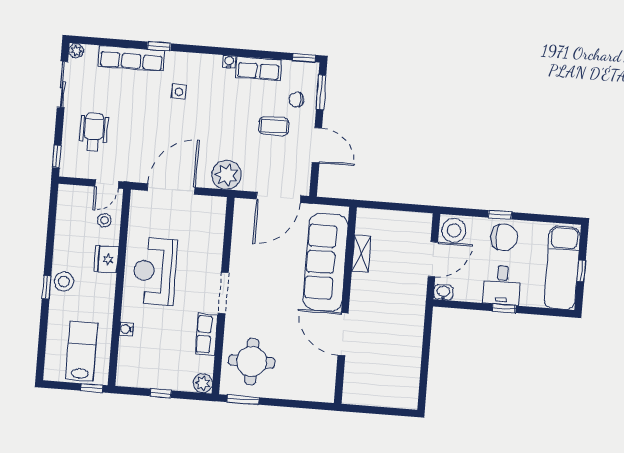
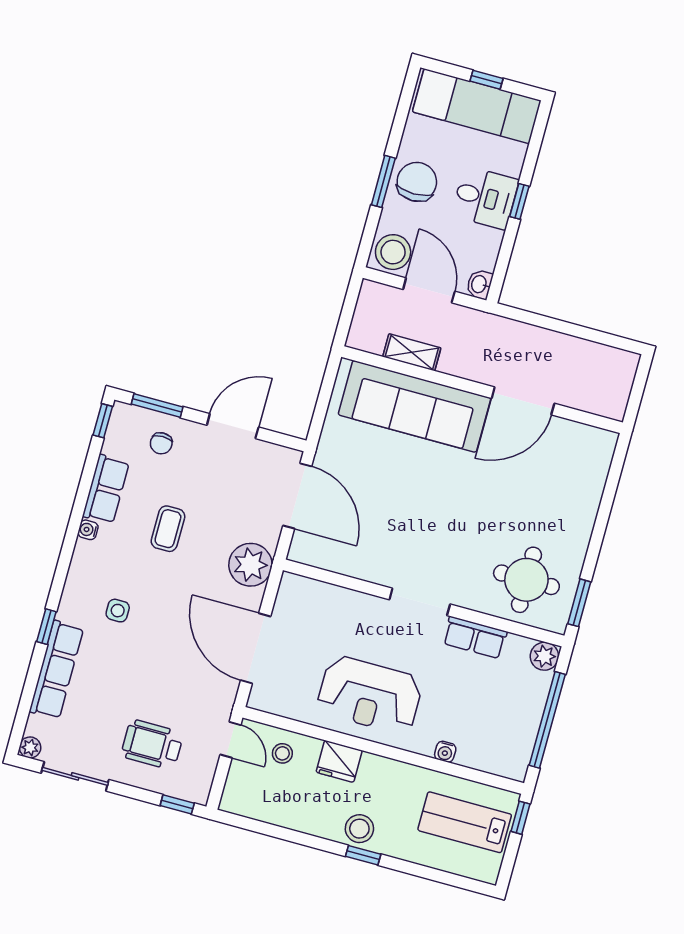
coffee table: (274, 126) -> (168, 529), moved
window: (500, 215) -> (383, 181), width x1.50
shelving: (361, 254) -> (412, 352), moved
sofa: (326, 262) -> (414, 406), moved
wall: (345, 305) -> (482, 390), moved
door: (343, 334) -> (523, 401), moved
window: (161, 393) -> (547, 720), width x3.17

